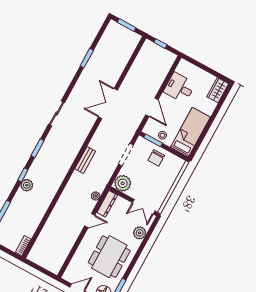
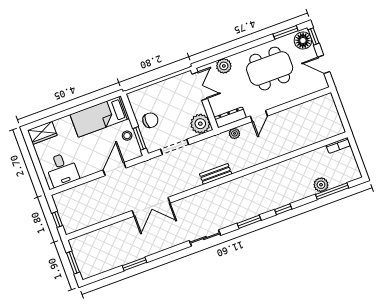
desk: (179, 88) -> (62, 170), moved
plant: (27, 185) -> (321, 185), moved
door: (90, 221) -> (259, 116), swing flipped

